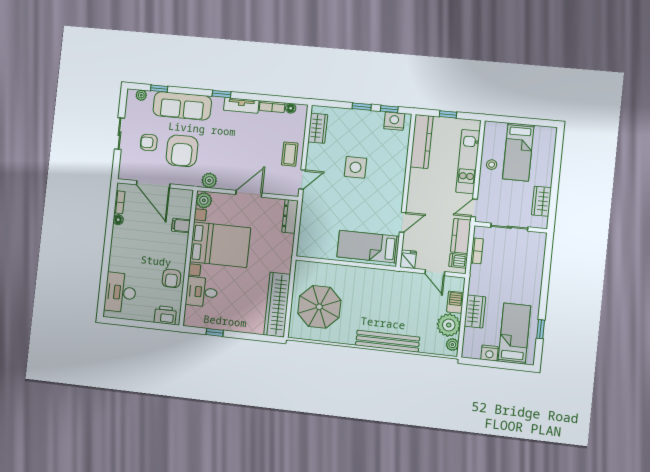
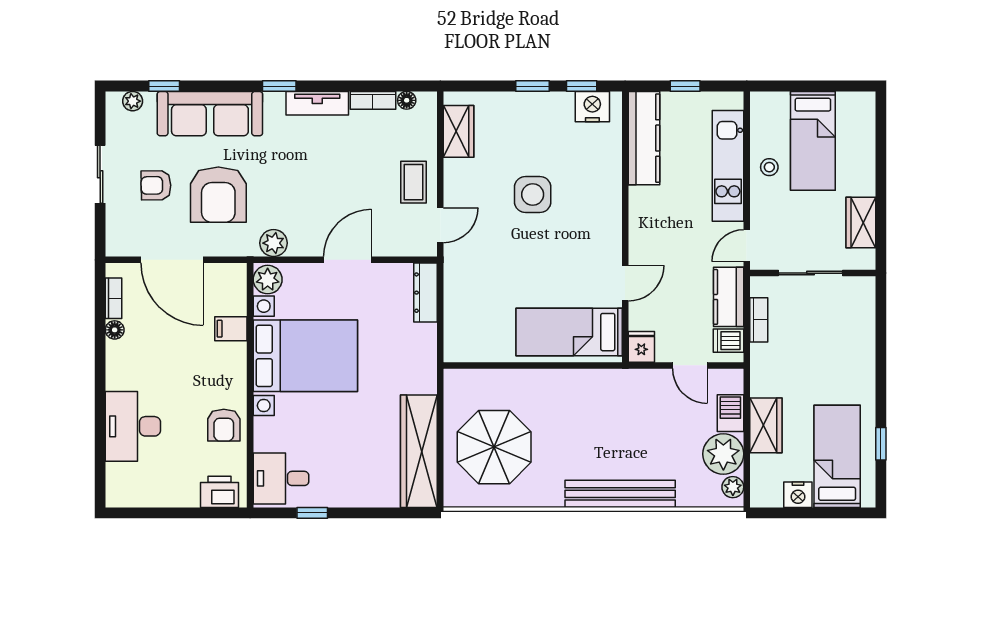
desk: (120, 292) -> (133, 426), moved
desk: (202, 292) -> (281, 478), moved

